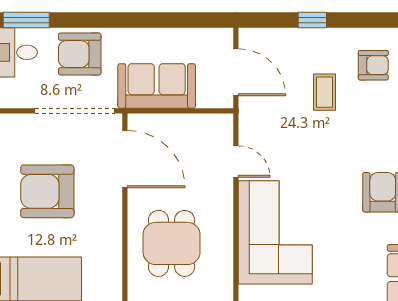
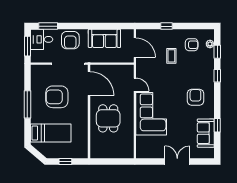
armchair: (80, 54) -> (70, 40), turned -90
sofa: (157, 86) -> (104, 38), moved, turned 180

